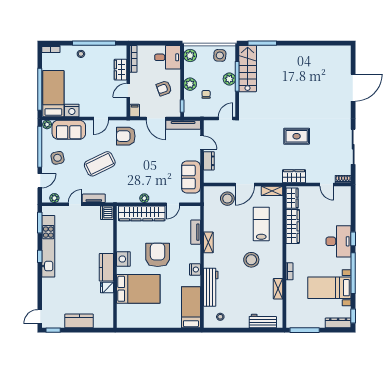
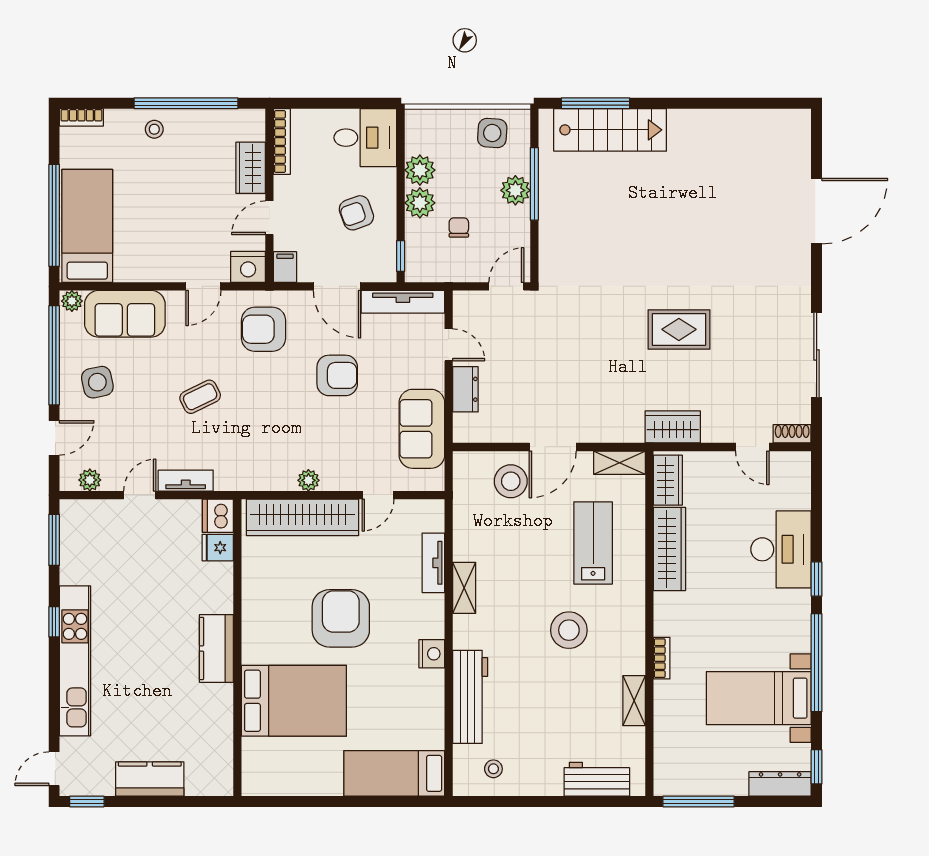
plant: (190, 56) -> (420, 170), moved
stairs: (248, 69) -> (610, 130), moved, turned 90
nightstand: (72, 110) -> (248, 267), moved
armchair: (156, 155) -> (337, 375), added
coffee table: (100, 164) -> (200, 397), width x0.54, depth x0.58
desk: (339, 241) -> (781, 549), moved
kitchen unit: (48, 246) -> (75, 661), moved
nightstand: (123, 259) -> (258, 628), removed
fridge: (107, 288) -> (218, 548), moved
bed: (191, 307) -> (394, 773), moved, turned -90

